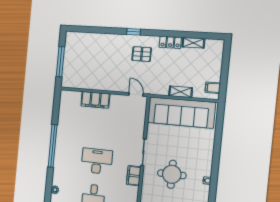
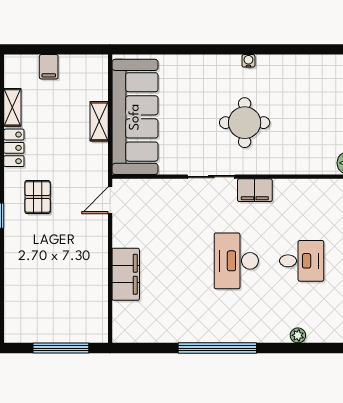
filing cabinet: (213, 88) -> (49, 67), moved

